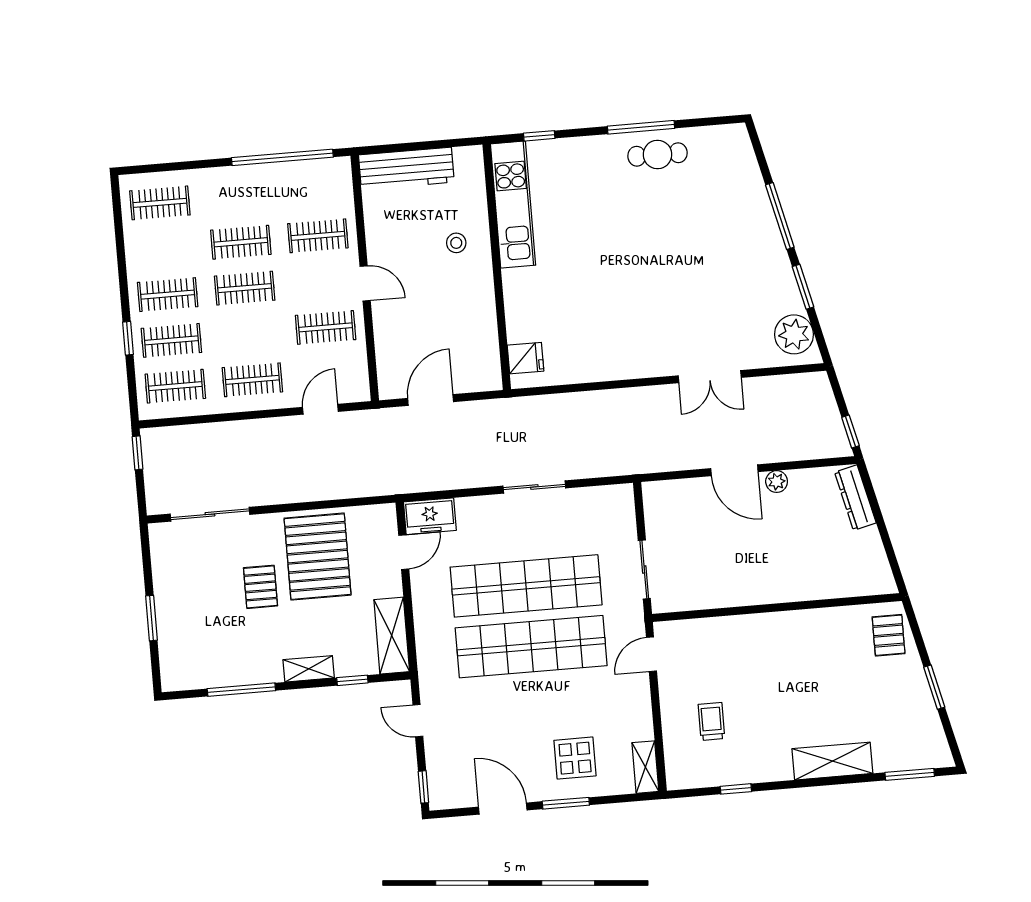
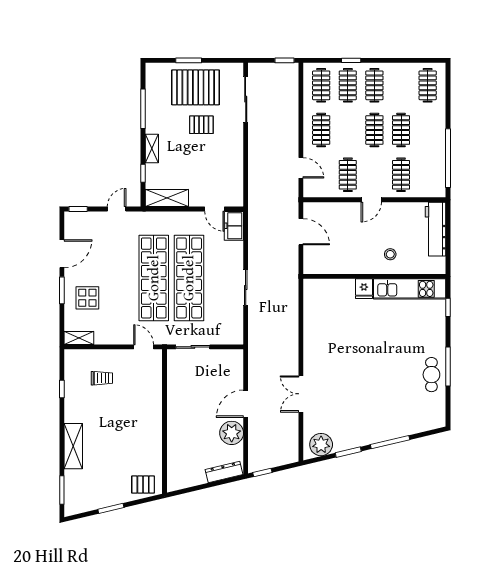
fridge: (526, 358) -> (364, 289), moved
plant: (777, 482) -> (232, 433), width x1.87, depth x1.87
pallet: (318, 557) -> (196, 87), moved

